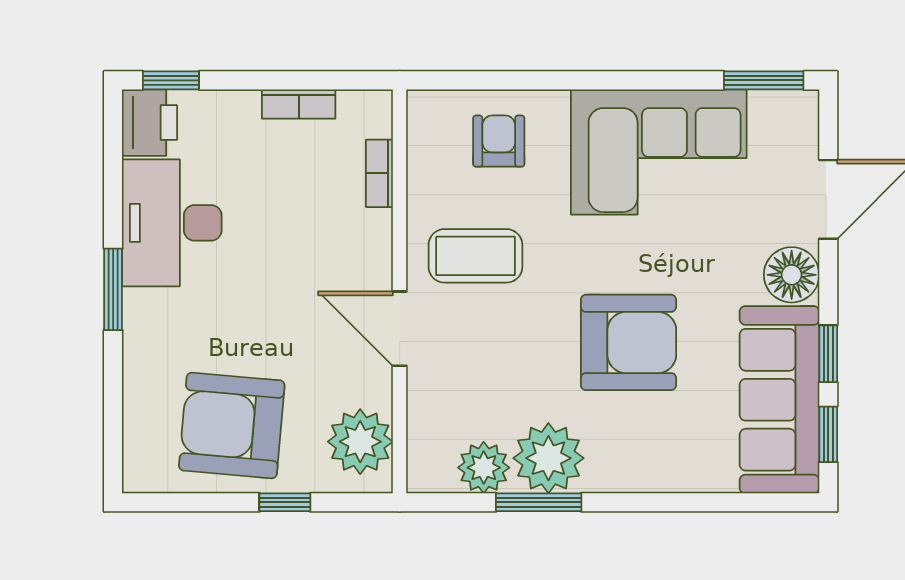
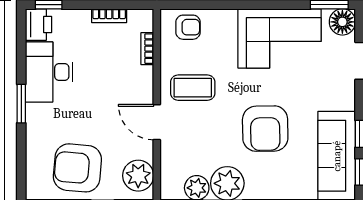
armchair: (499, 141) -> (188, 27), moved, turned 90
floor lamp: (792, 275) -> (342, 22), moved
armchair: (628, 342) -> (265, 129), turned 89

